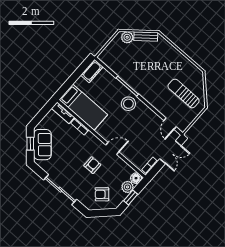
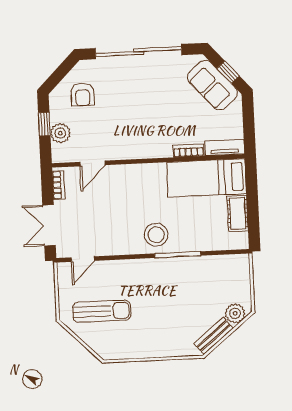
cot: (92, 71) -> (238, 213), moved
door: (170, 124) -> (83, 259), swing flipped
door: (112, 149) -> (93, 163), moved
armchair: (92, 165) -> (128, 119), removed
floor lamp: (136, 178) -> (60, 154), removed
sliding door: (60, 190) -> (139, 52), width x1.36
armchair: (102, 194) -> (83, 95), turned 132

